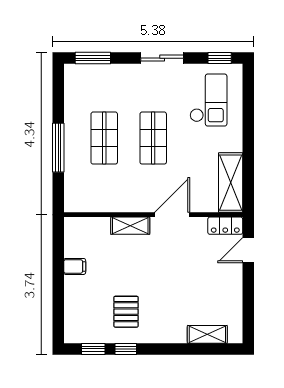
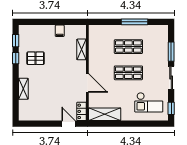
window: (93, 58) -> (171, 52), moved
window: (58, 148) -> (135, 22), moved
shelving: (130, 226) -> (81, 49), moved
shelving: (207, 334) -> (23, 89), moved

